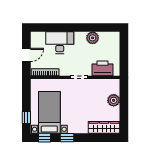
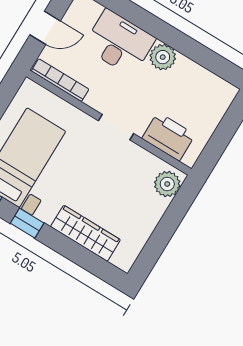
plant: (93, 38) -> (163, 57), moved
plant: (114, 100) -> (167, 184), moved
wardrobe: (104, 127) -> (85, 233), moved

